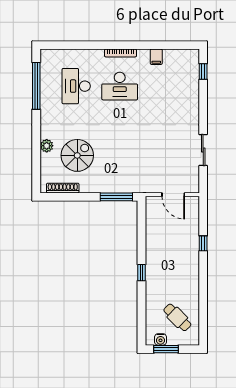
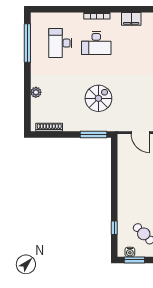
filing cabinet: (156, 57) -> (131, 19), width x2.00
spiral stairs: (77, 155) -> (98, 98), moved
window: (142, 273) -> (114, 228), moved

